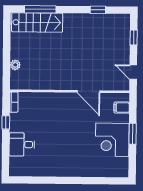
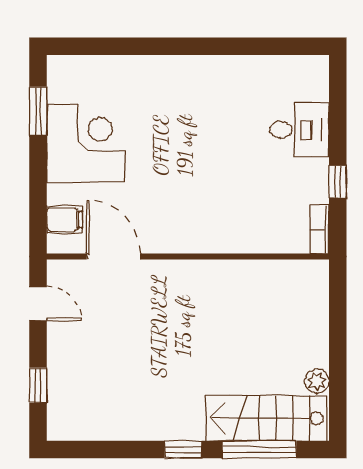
window: (98, 10) -> (183, 450), moved
plant: (15, 65) -> (317, 381), moved
door: (89, 92) -> (113, 257), moved
window: (133, 134) -> (38, 111), moved

